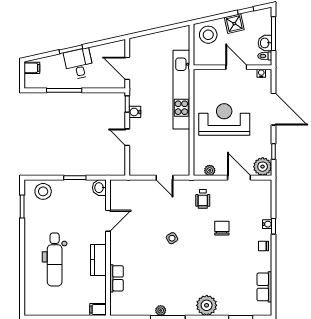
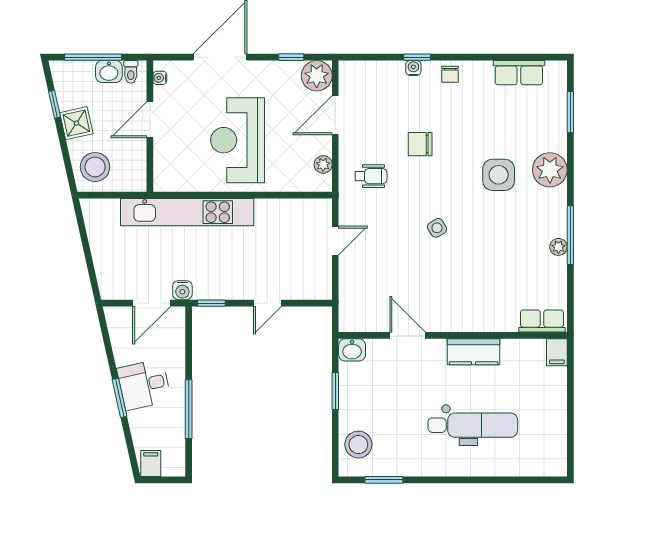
water cooler: (135, 112) -> (182, 290), moved
side table: (204, 275) -> (499, 175), added
row of seats: (117, 278) -> (542, 321), moved

